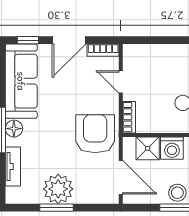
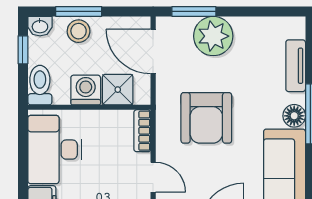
armchair: (95, 134) -> (206, 118), moved
plant: (58, 189) -> (213, 36), moved
window: (56, 208) -> (194, 11), moved

